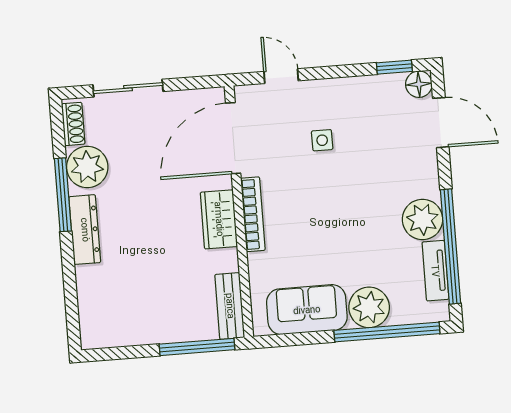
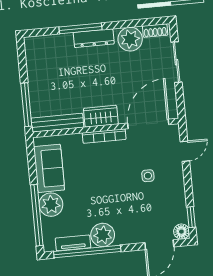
door: (233, 138) -> (148, 124), hinge flipped
window: (63, 195) -> (81, 28), moved
bench: (230, 306) -> (57, 123), width x1.36

